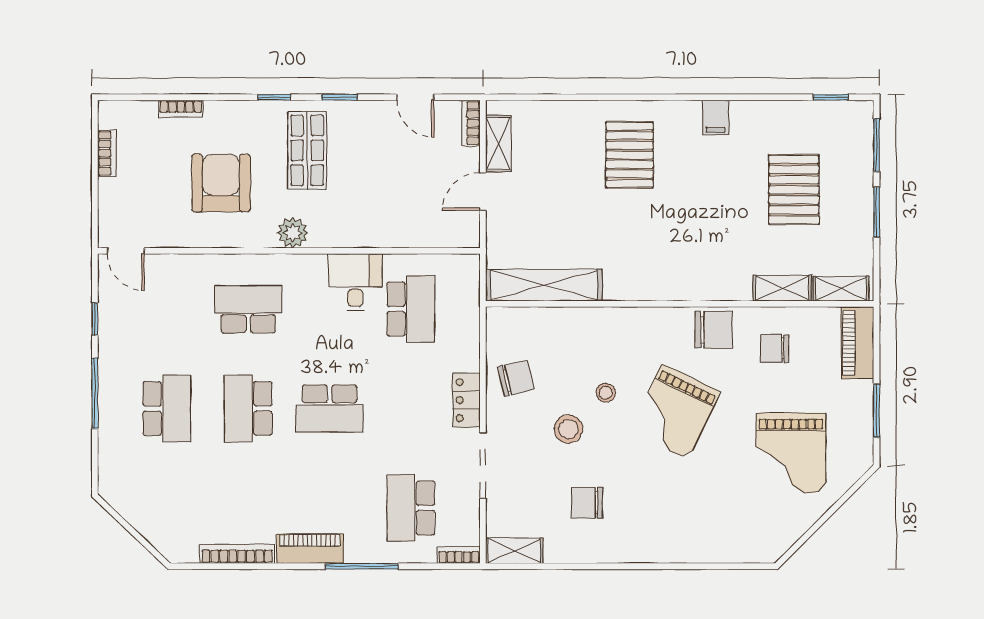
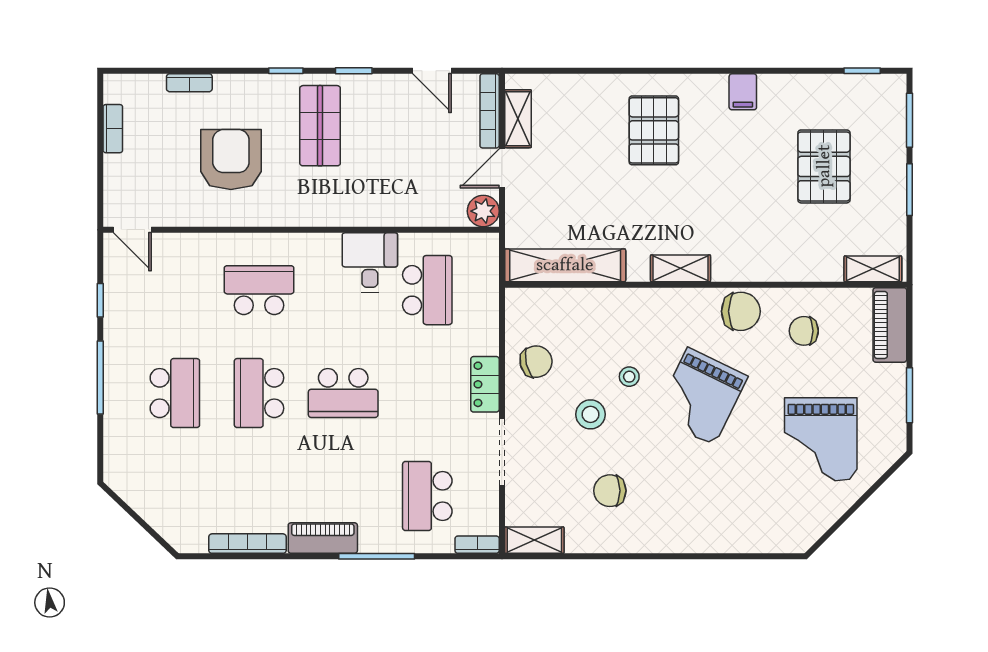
bookcase: (471, 123) -> (490, 111), width x1.56
plant: (293, 233) -> (483, 211), moved
shelving: (782, 288) -> (681, 268), moved

